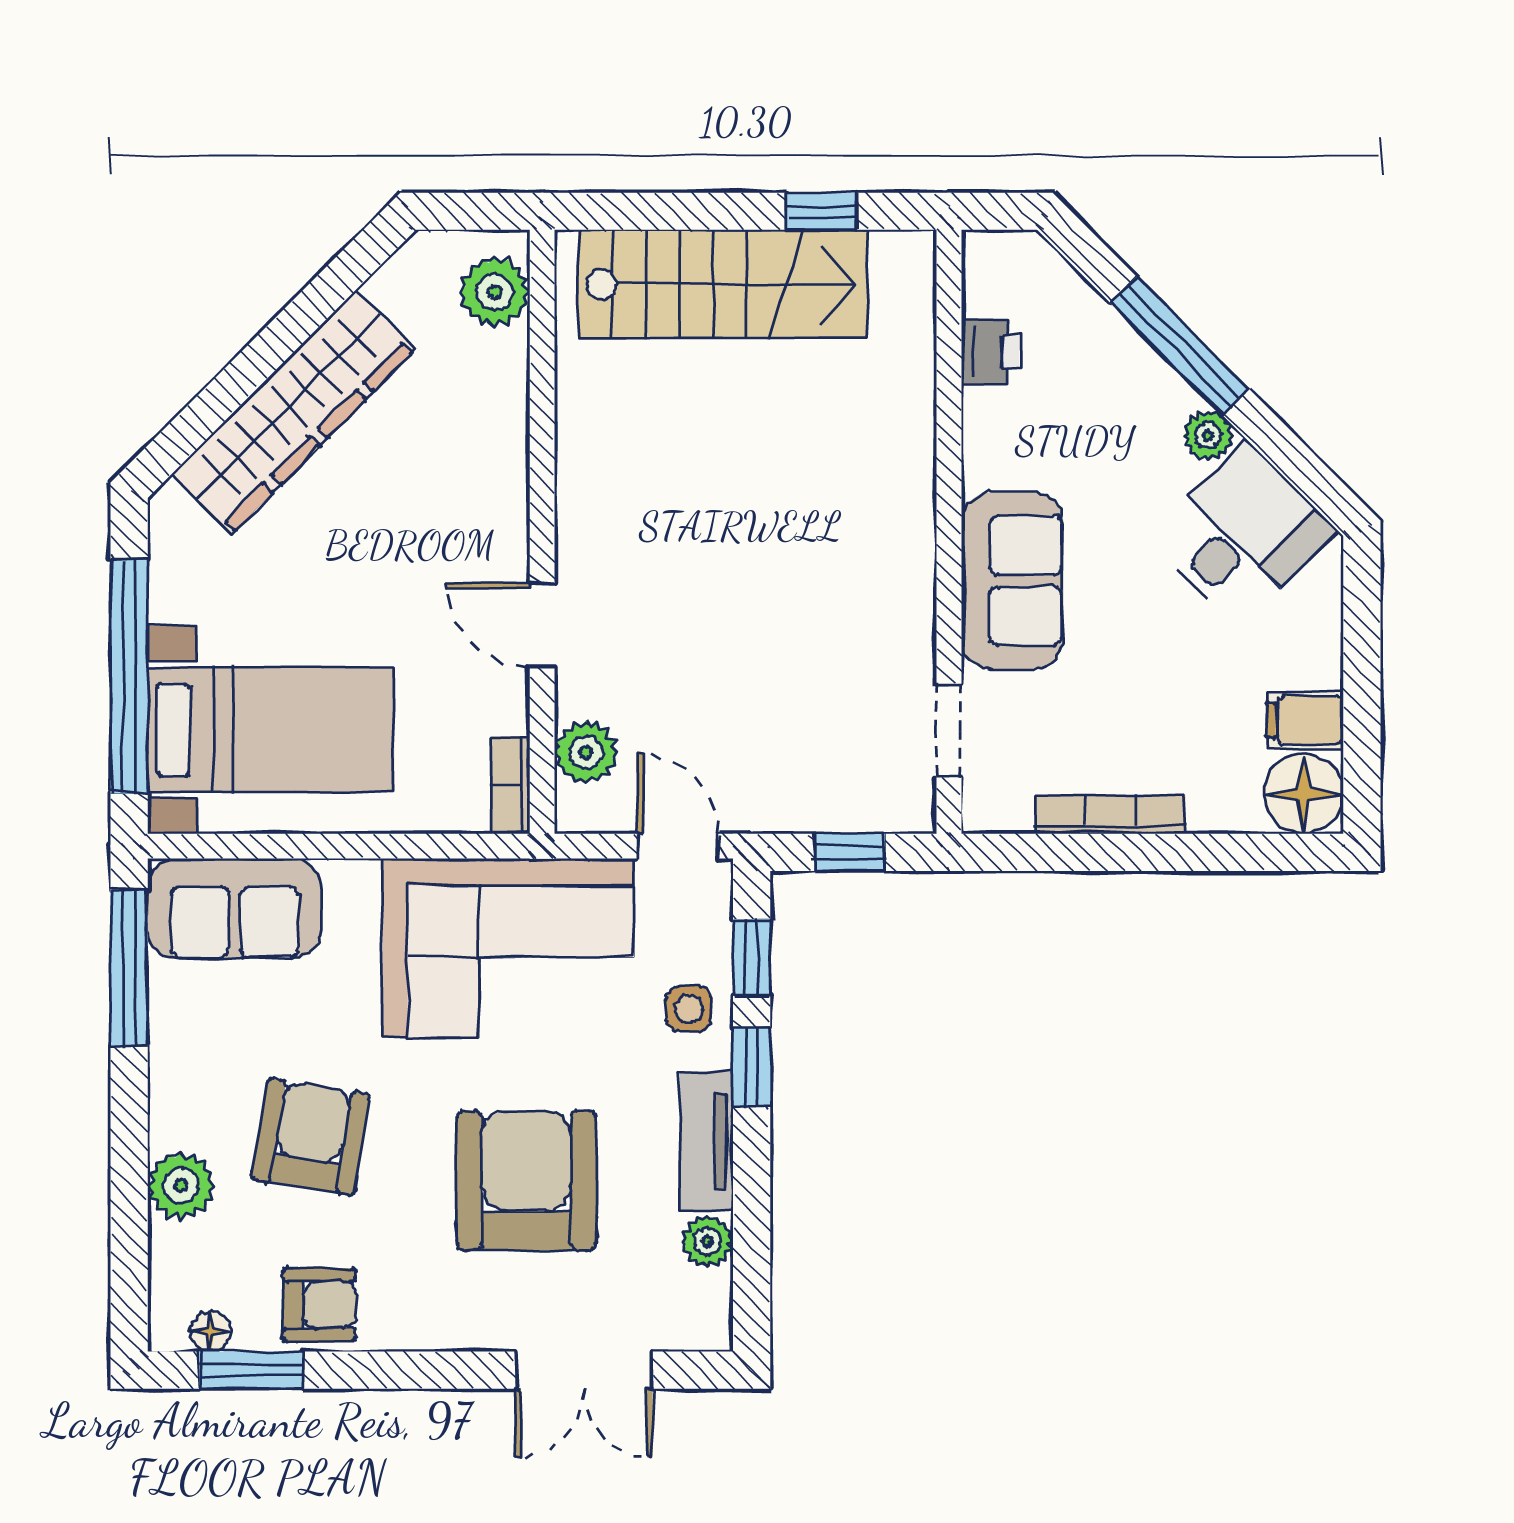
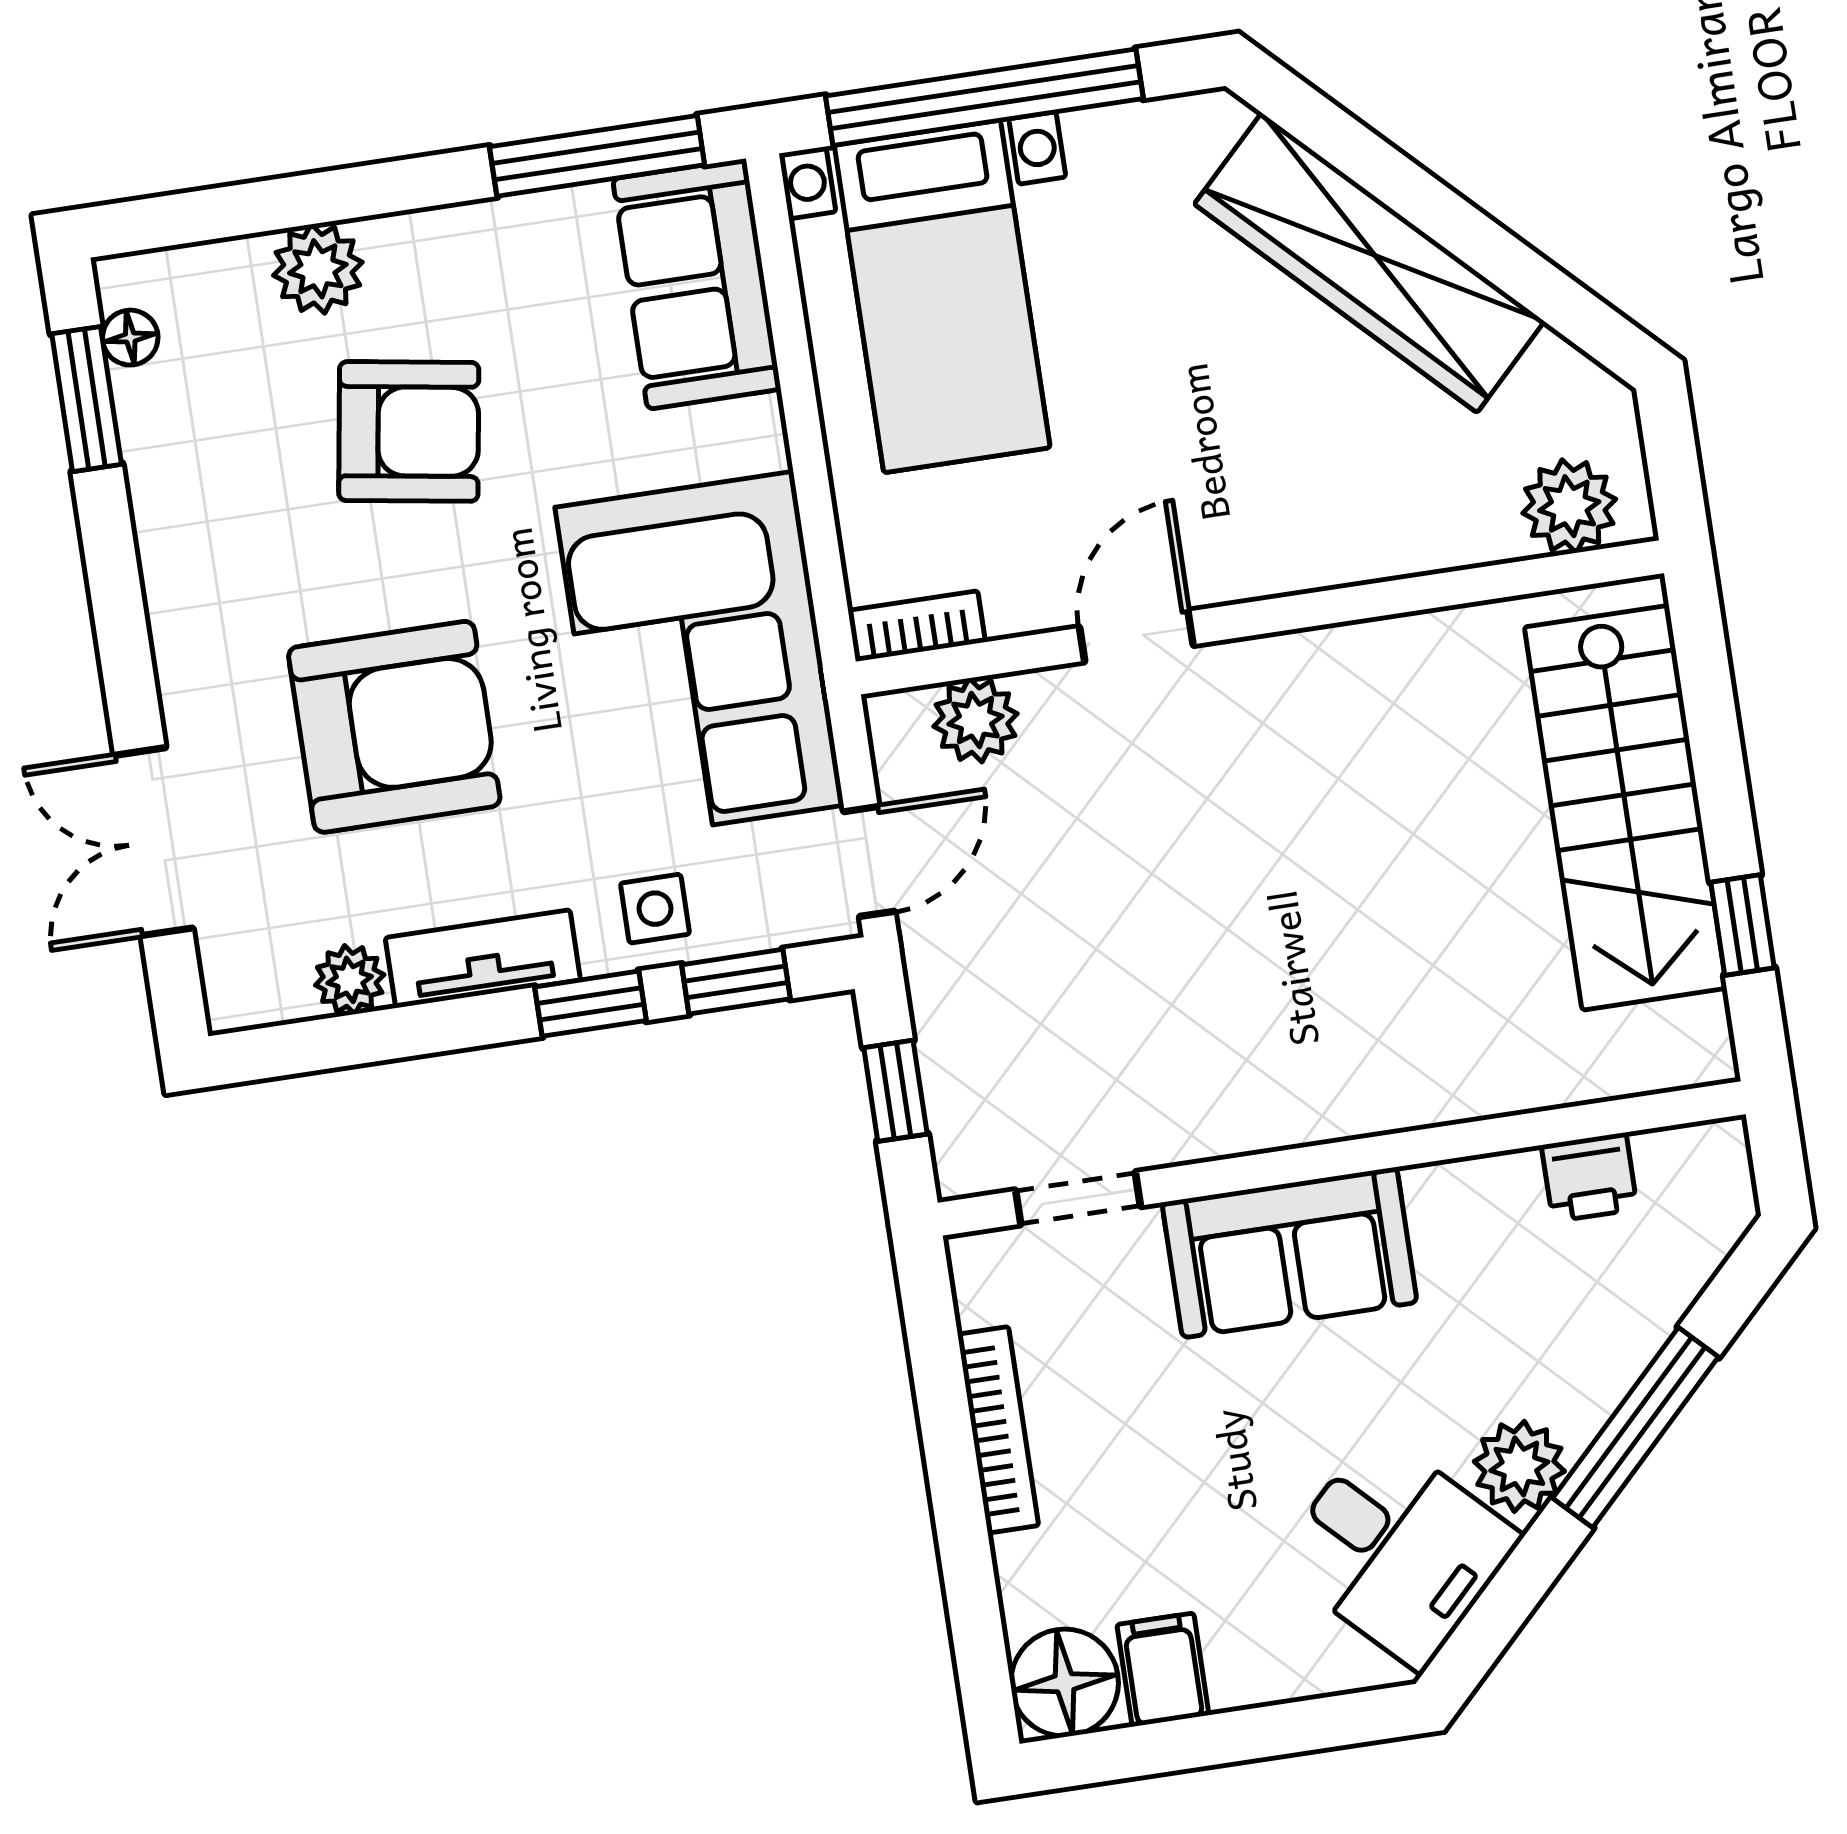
plant: (1208, 435) -> (1519, 1466), width x1.38, depth x1.38
armchair: (319, 1305) -> (187, 477), removed

